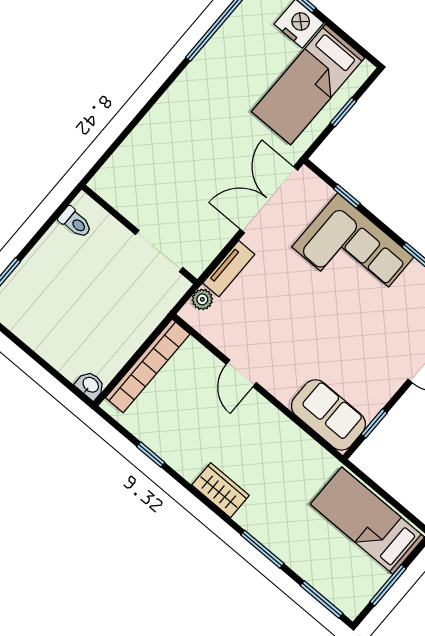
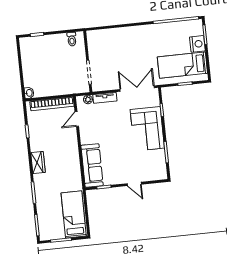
door: (241, 373) -> (77, 119), moved
sofa: (328, 415) -> (92, 166), width x1.36

